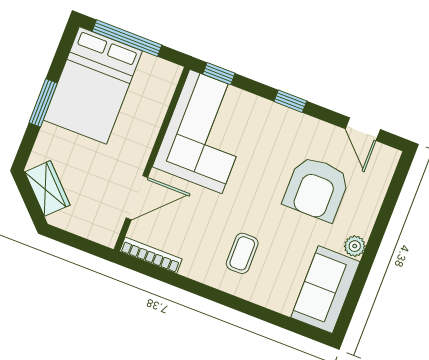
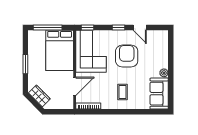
bed: (93, 85) -> (60, 50), moved
door: (363, 129) -> (140, 27), moved
armchair: (316, 189) -> (127, 56), moved, turned 180

